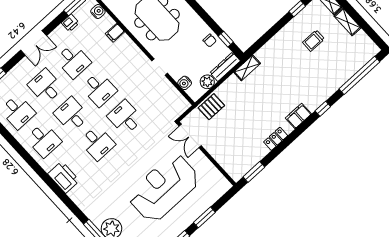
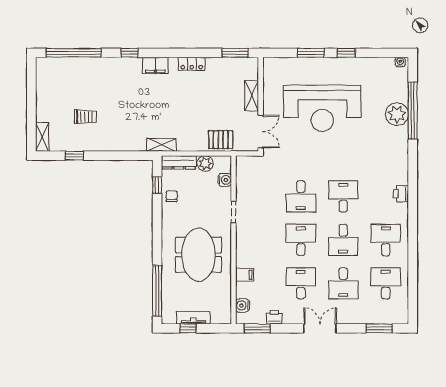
shelving: (348, 22) -> (252, 96), moved
printer: (64, 177) -> (401, 194), width x0.53, depth x0.68

